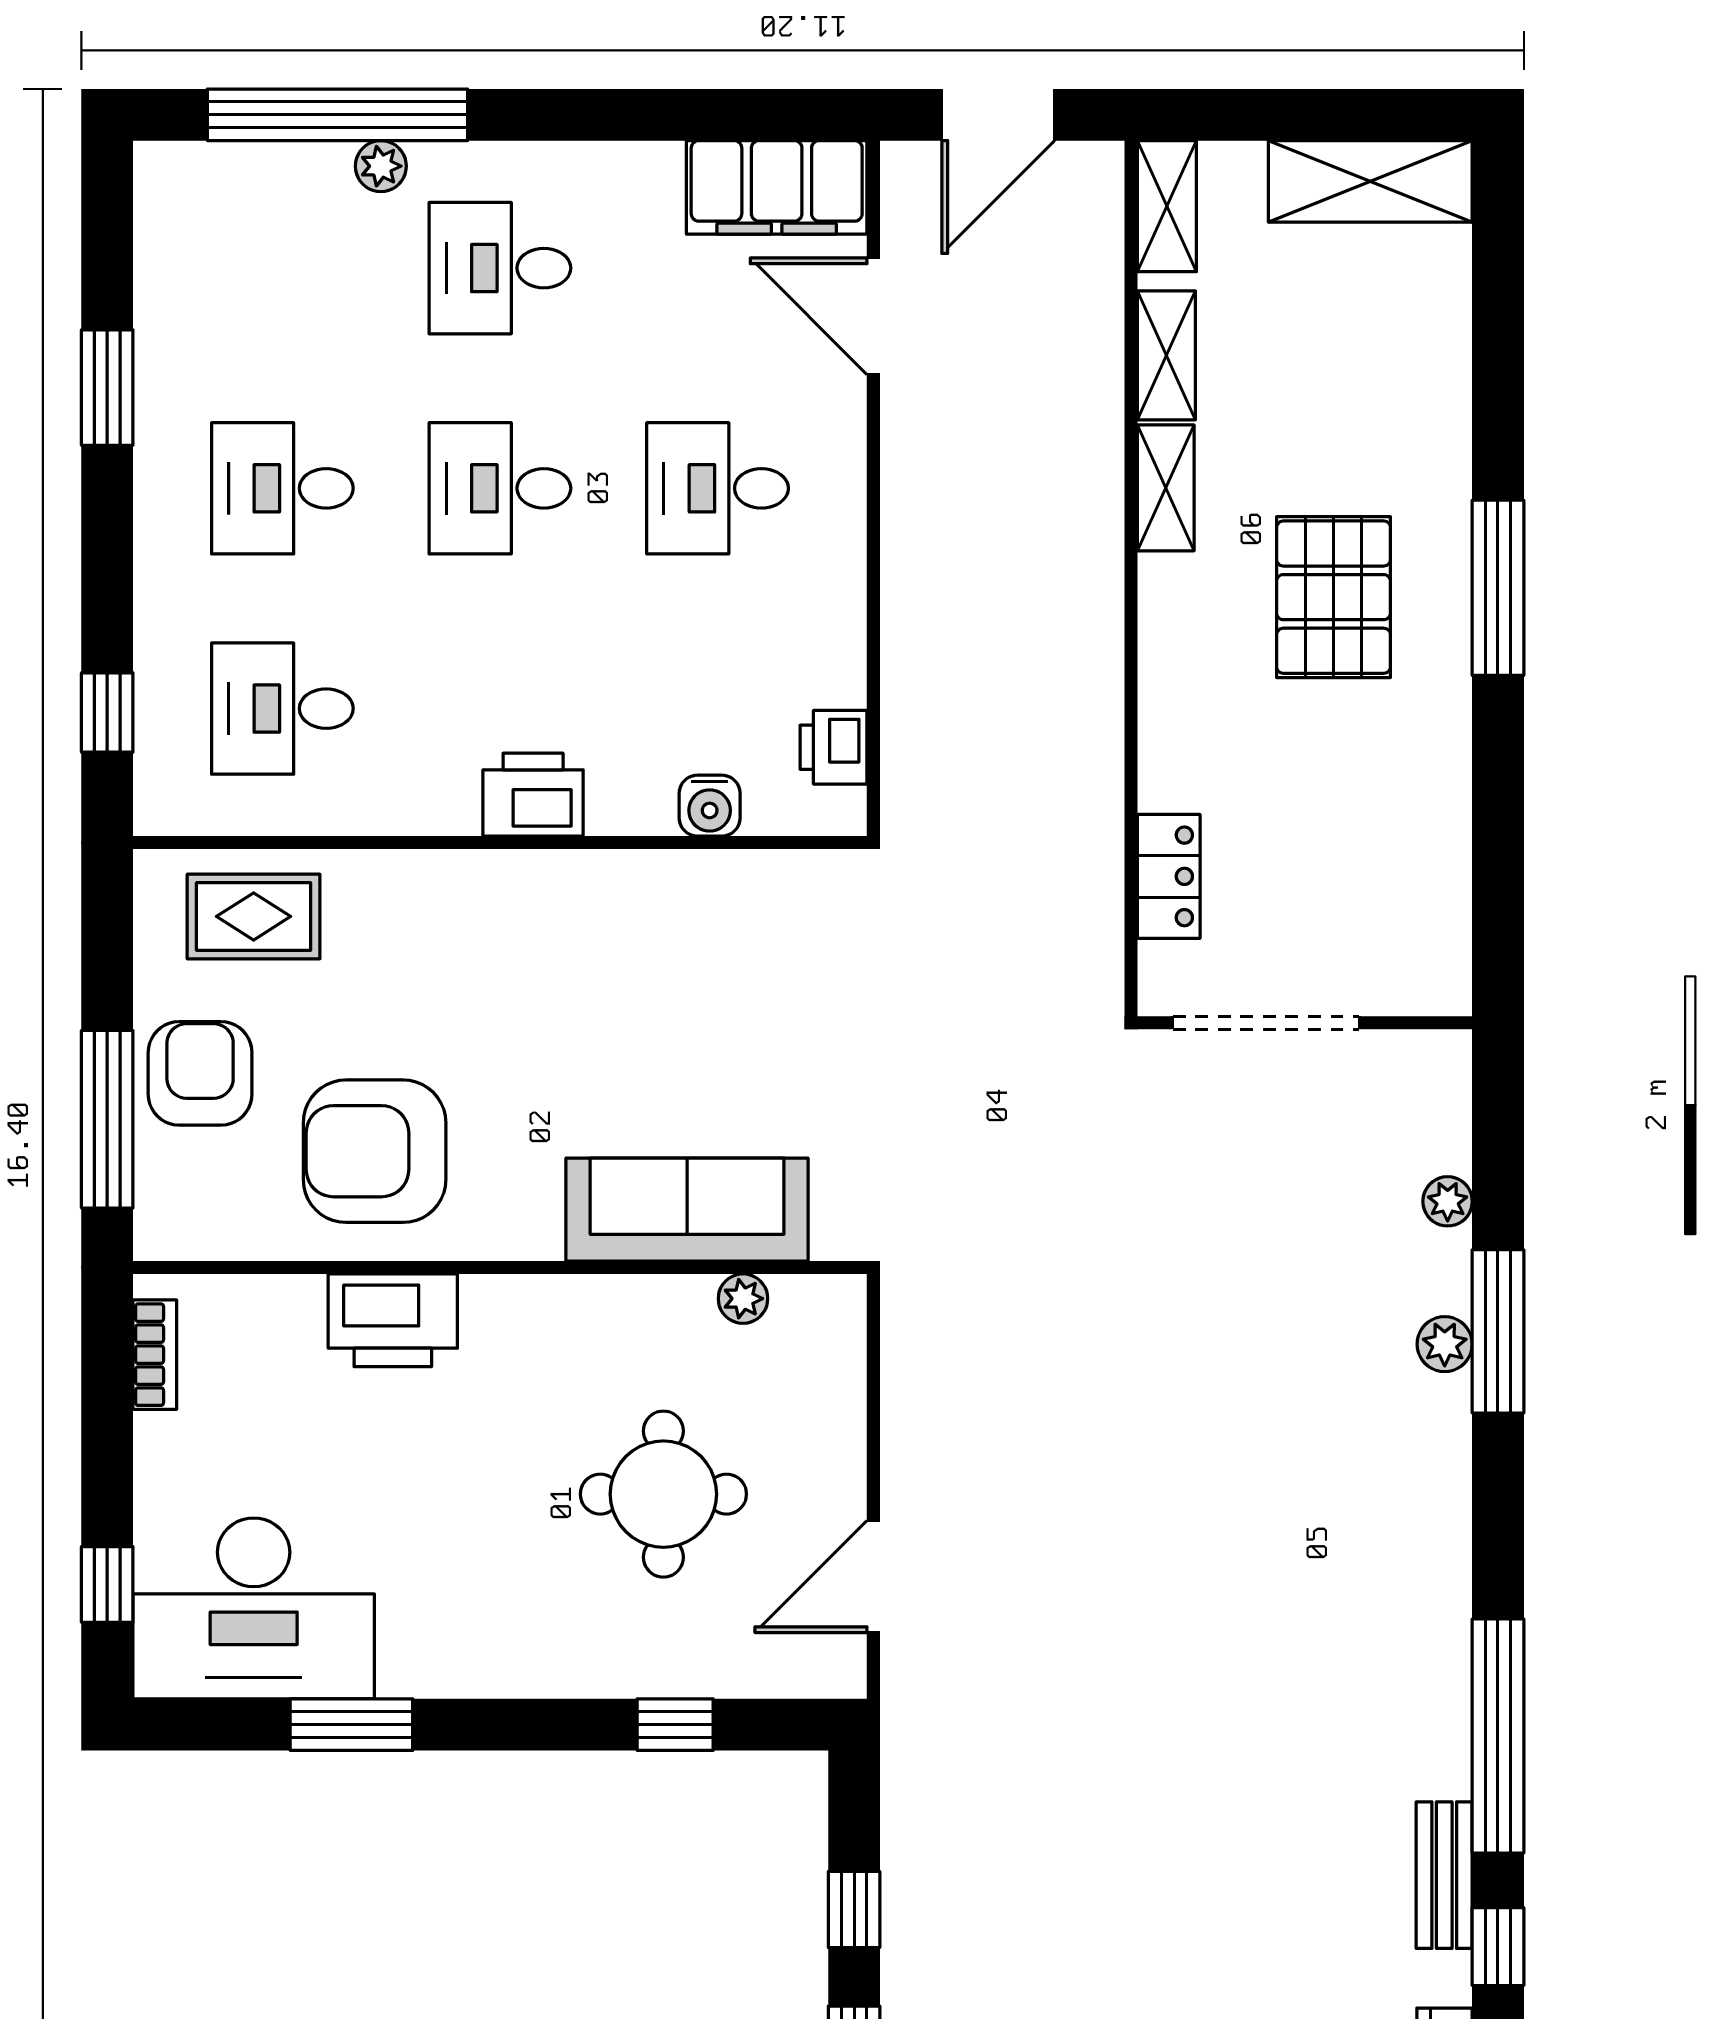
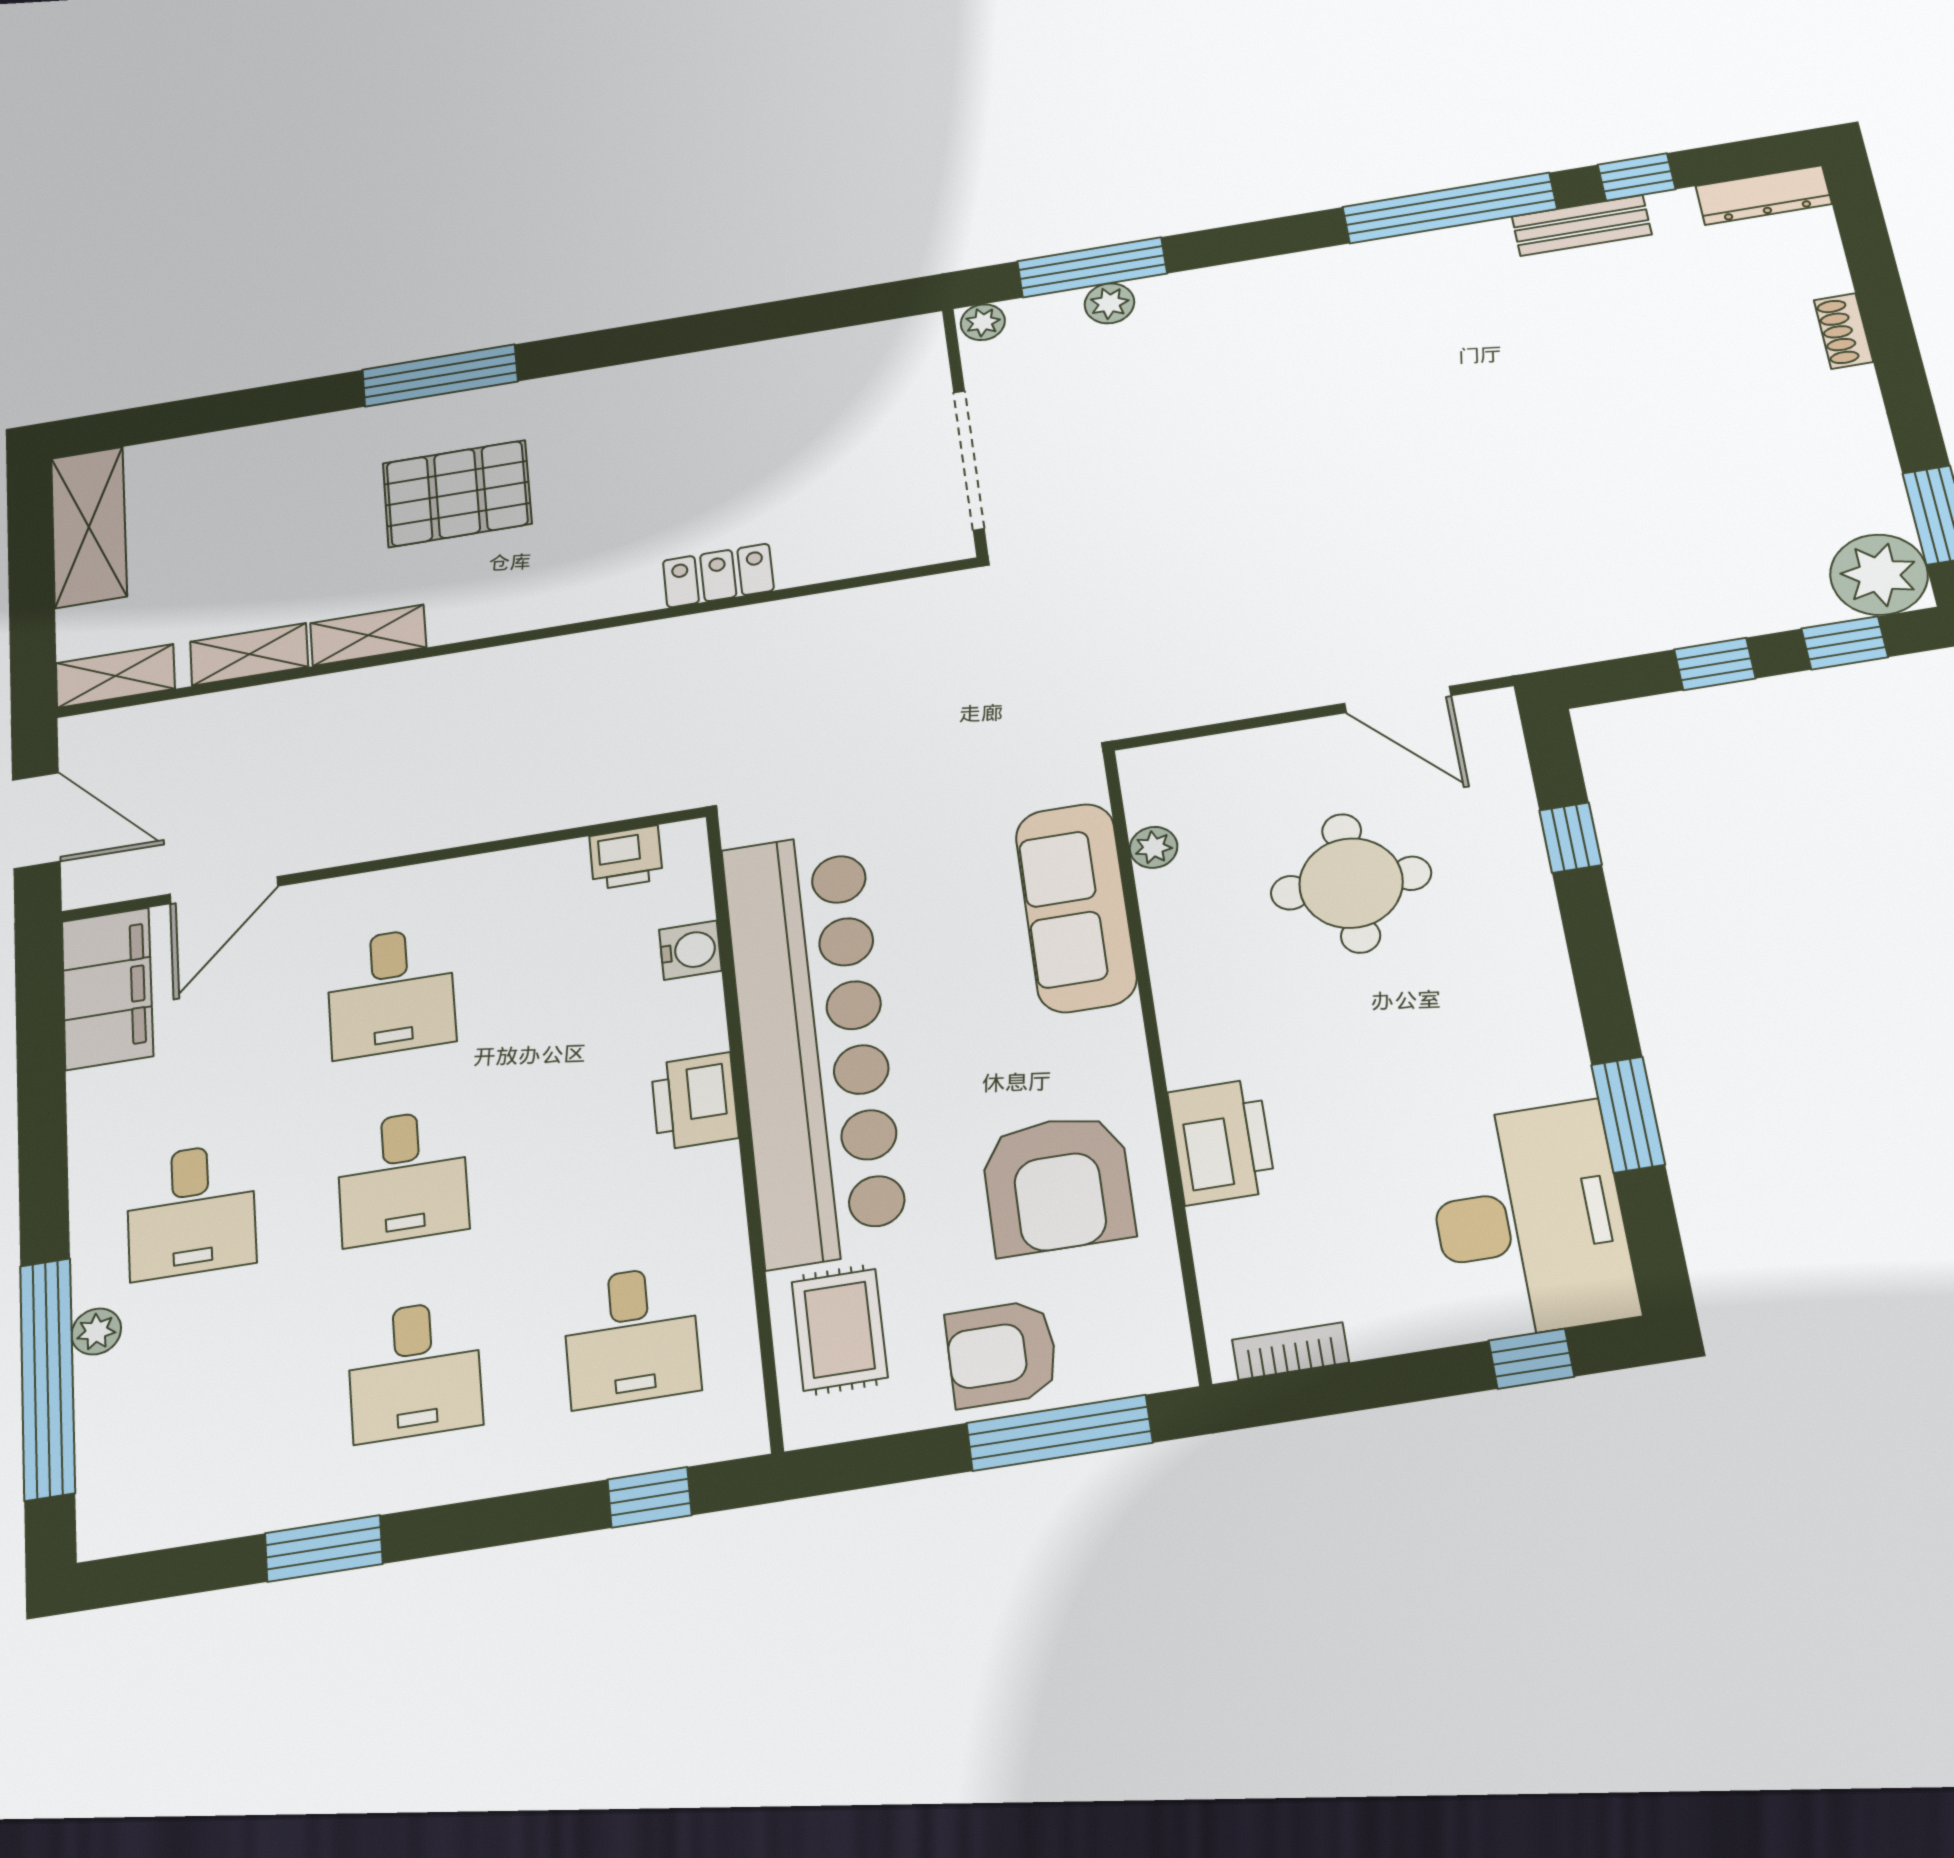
bar counter: (576, 923) -> (814, 1044), added
doorway: (1266, 1023) -> (969, 460), moved
wall: (1305, 1023) -> (965, 431), moved

